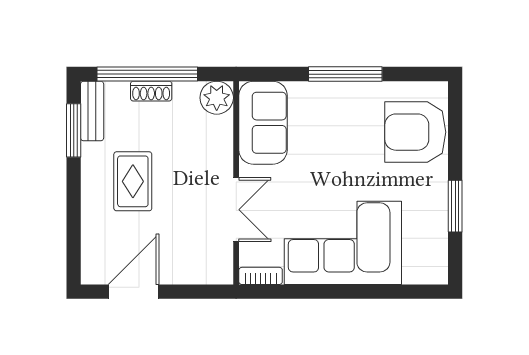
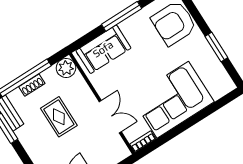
sofa: (263, 123) -> (103, 49), moved, turned 90
rug: (133, 181) -> (59, 117), moved

